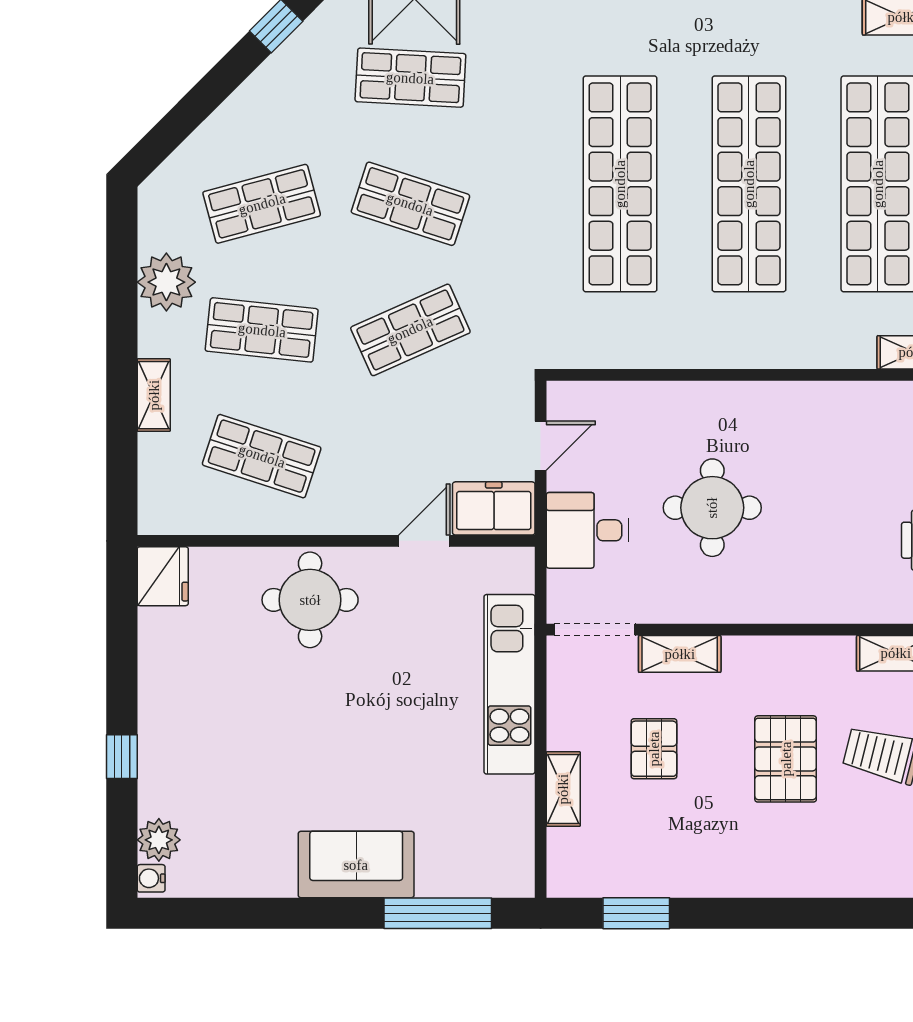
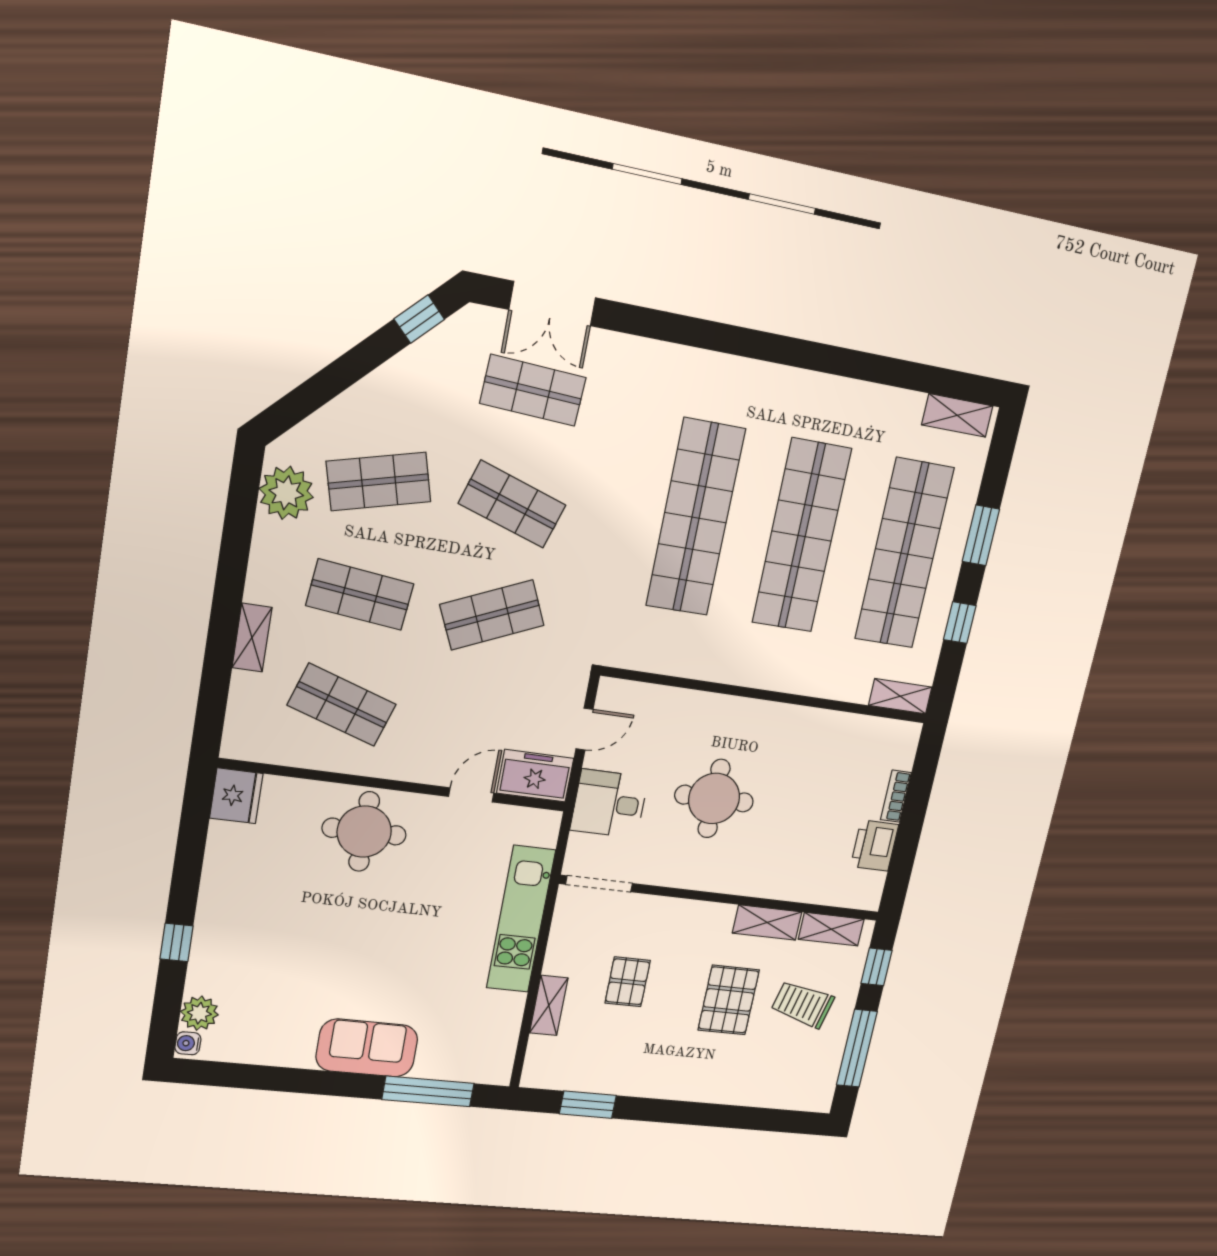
plant: (166, 282) -> (286, 493), moved
shelving: (680, 654) -> (767, 922), moved

